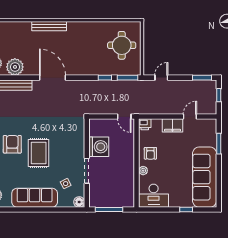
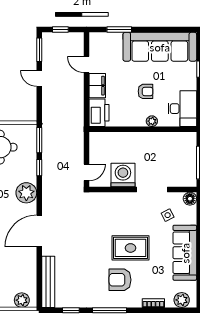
plant: (15, 67) -> (26, 193), moved
door: (161, 78) -> (39, 78), moved
door: (124, 117) -> (86, 172), moved
printer: (145, 124) -> (99, 113), width x1.87, depth x1.48
armchair: (150, 153) -> (145, 91), moved

